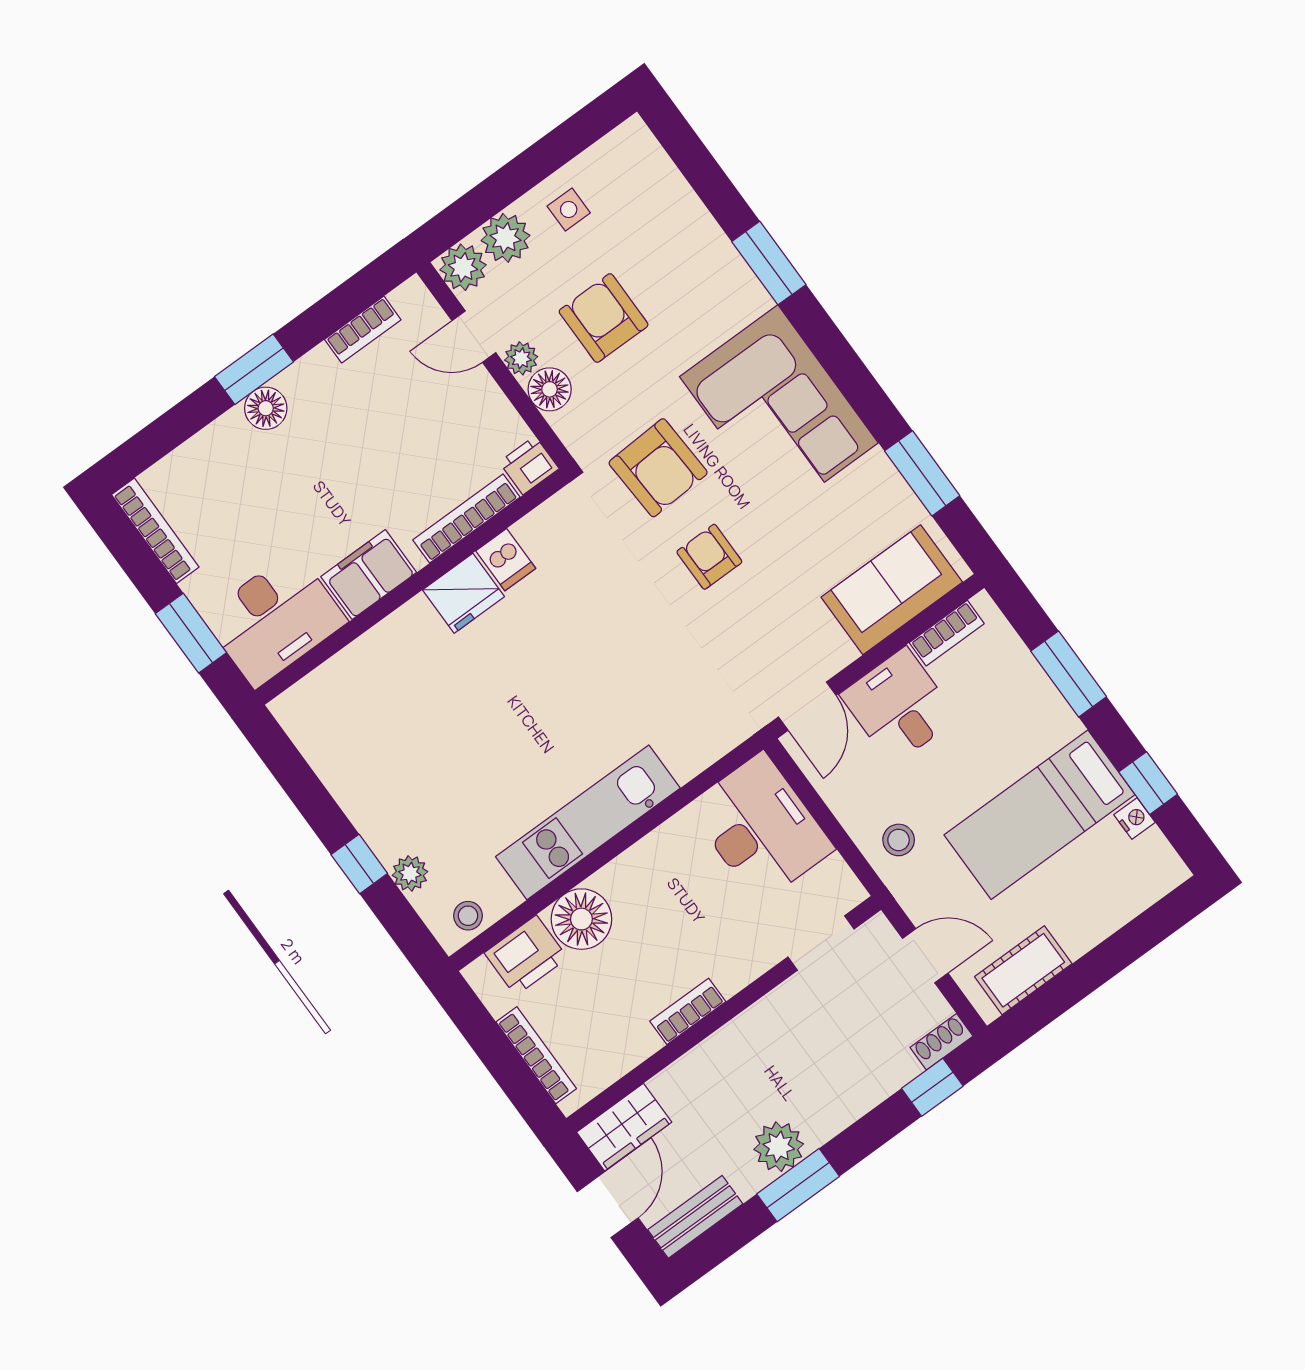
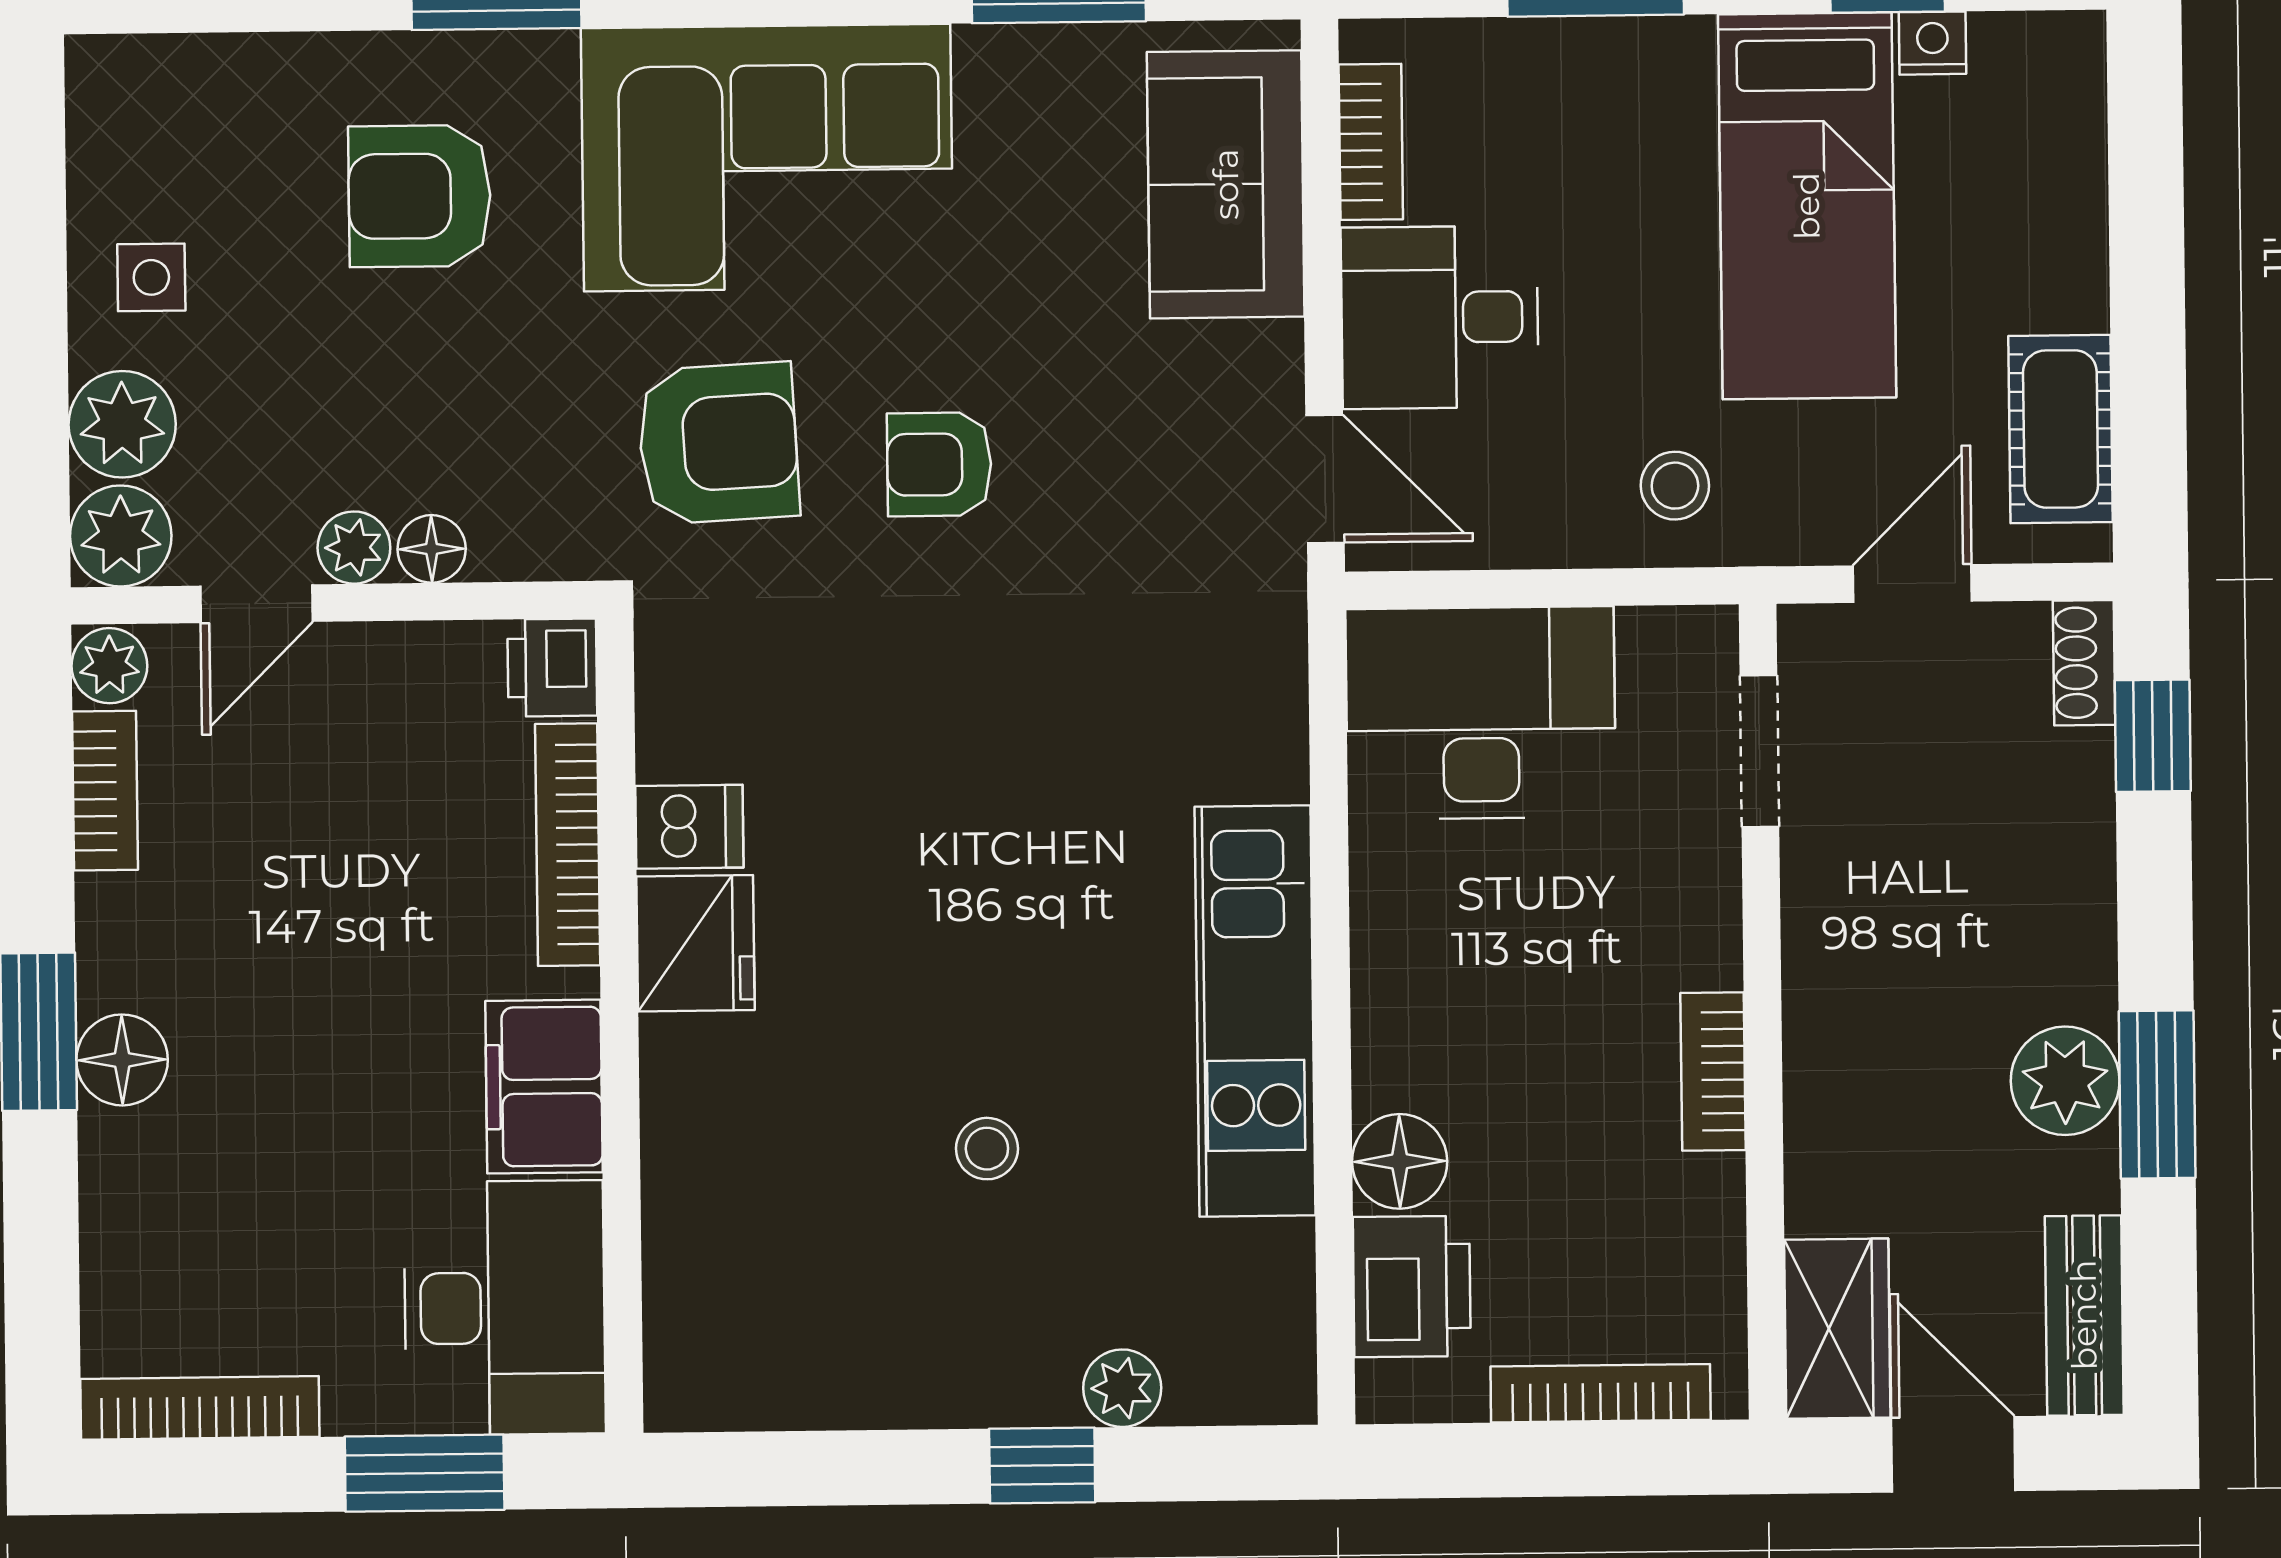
plant: (411, 298) -> (109, 666), added
armchair: (604, 318) -> (420, 196), moved
floor lamp: (550, 389) -> (432, 549), width x0.73, depth x0.73
stool: (468, 916) -> (987, 1149), moved
floor lamp: (581, 919) -> (1400, 1161), width x0.73, depth x0.73

